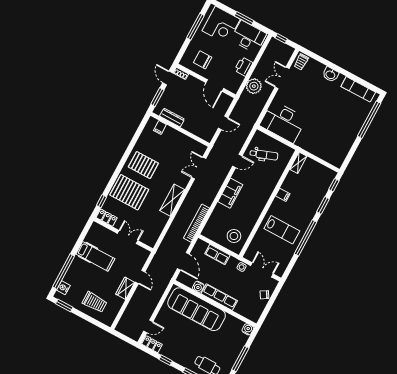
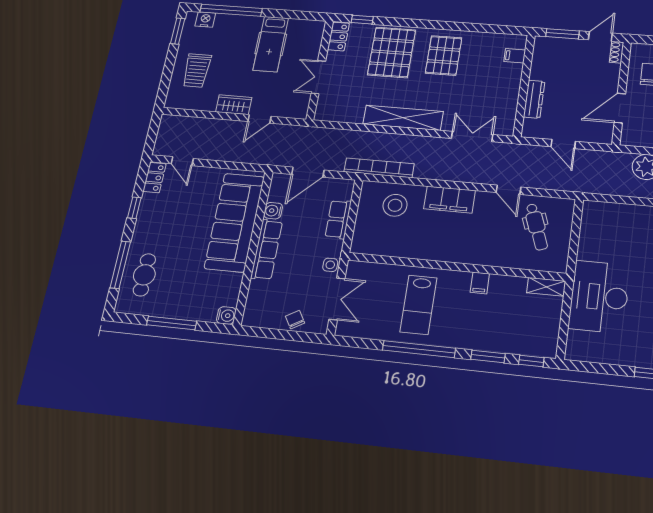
dresser: (172, 118) -> (534, 99), moved
desk: (283, 122) -> (599, 297), moved
shelving: (172, 200) -> (403, 118), width x1.47
stool: (234, 236) -> (395, 205), moved
double door: (128, 237) -> (318, 77), swing flipped

